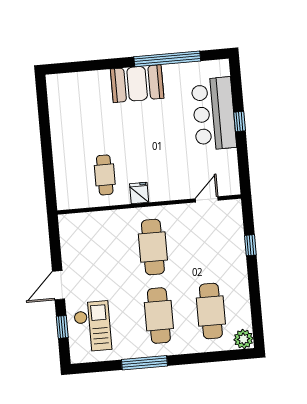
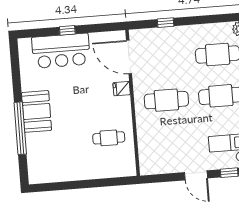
window: (167, 59) -> (20, 128), moved
fridge: (139, 193) -> (122, 89), moved
door: (207, 199) -> (129, 57), width x1.87

